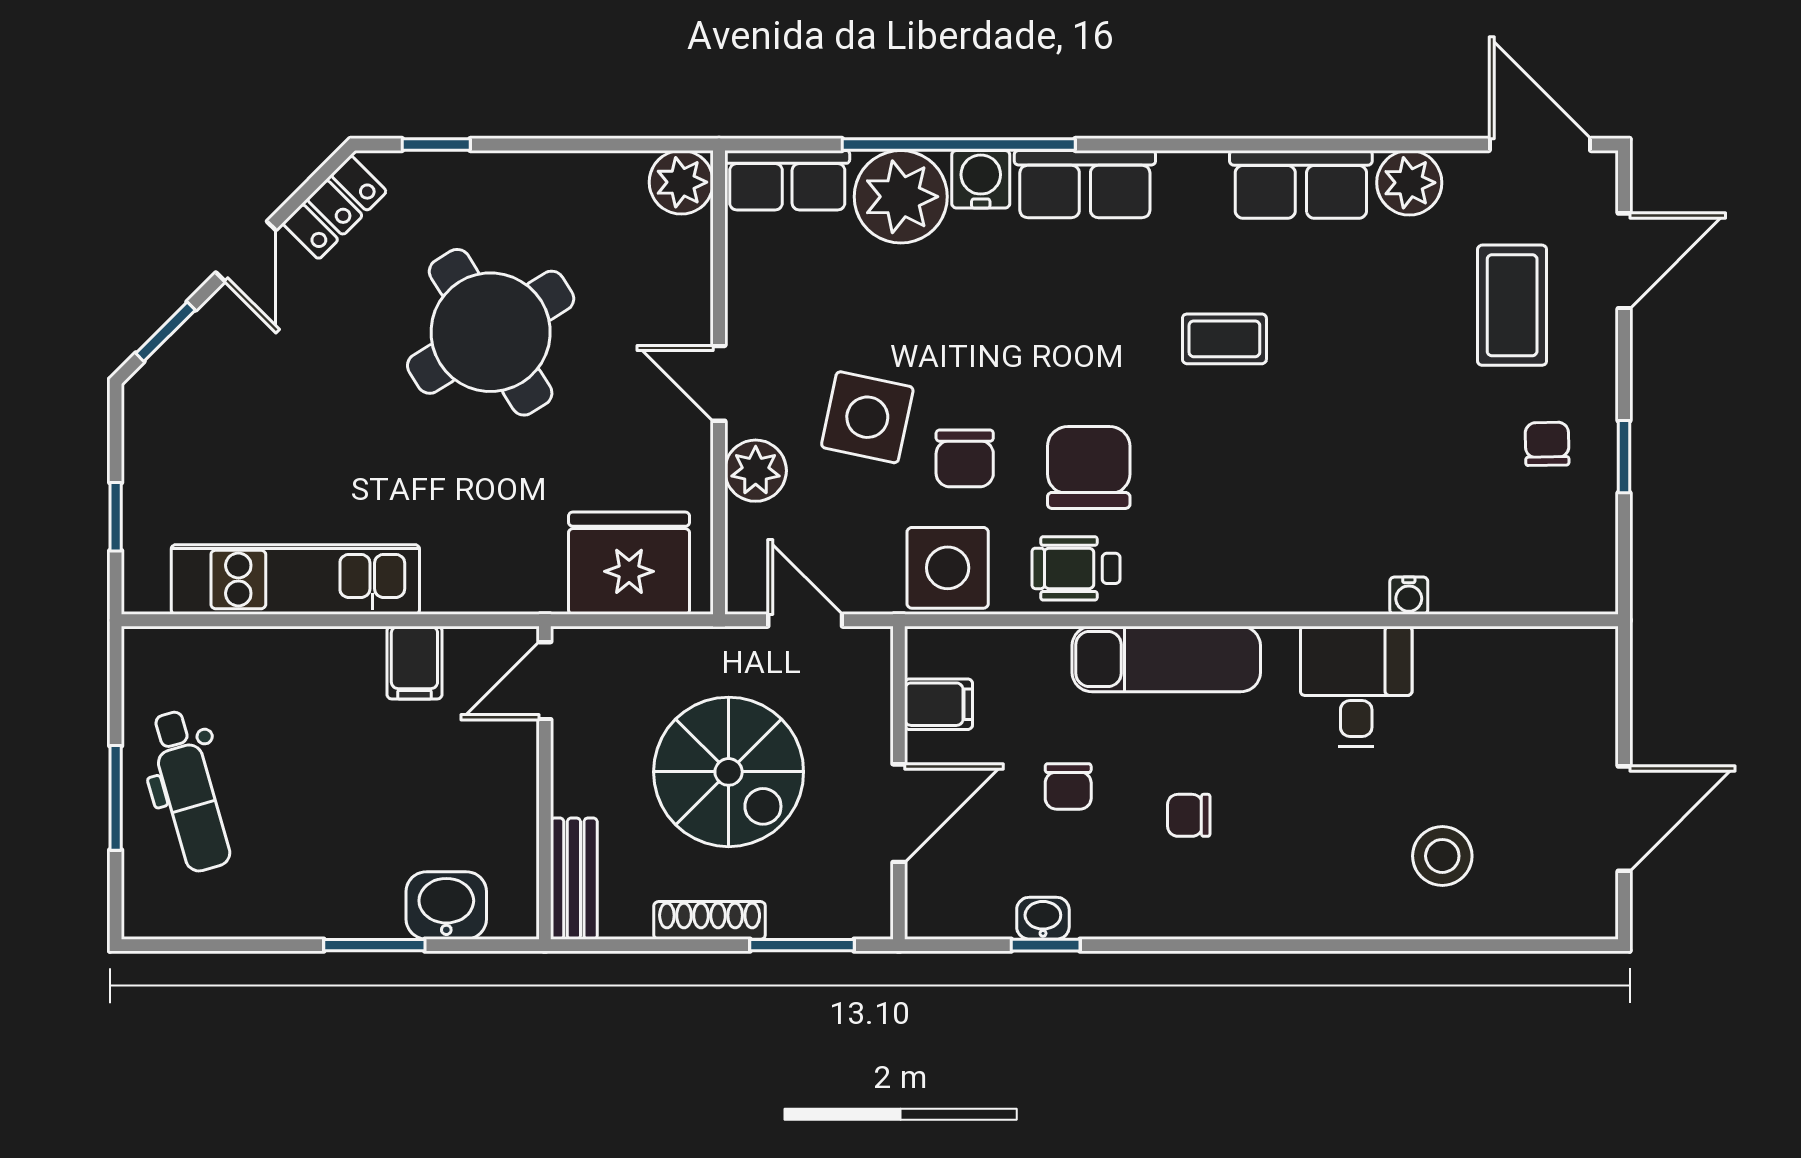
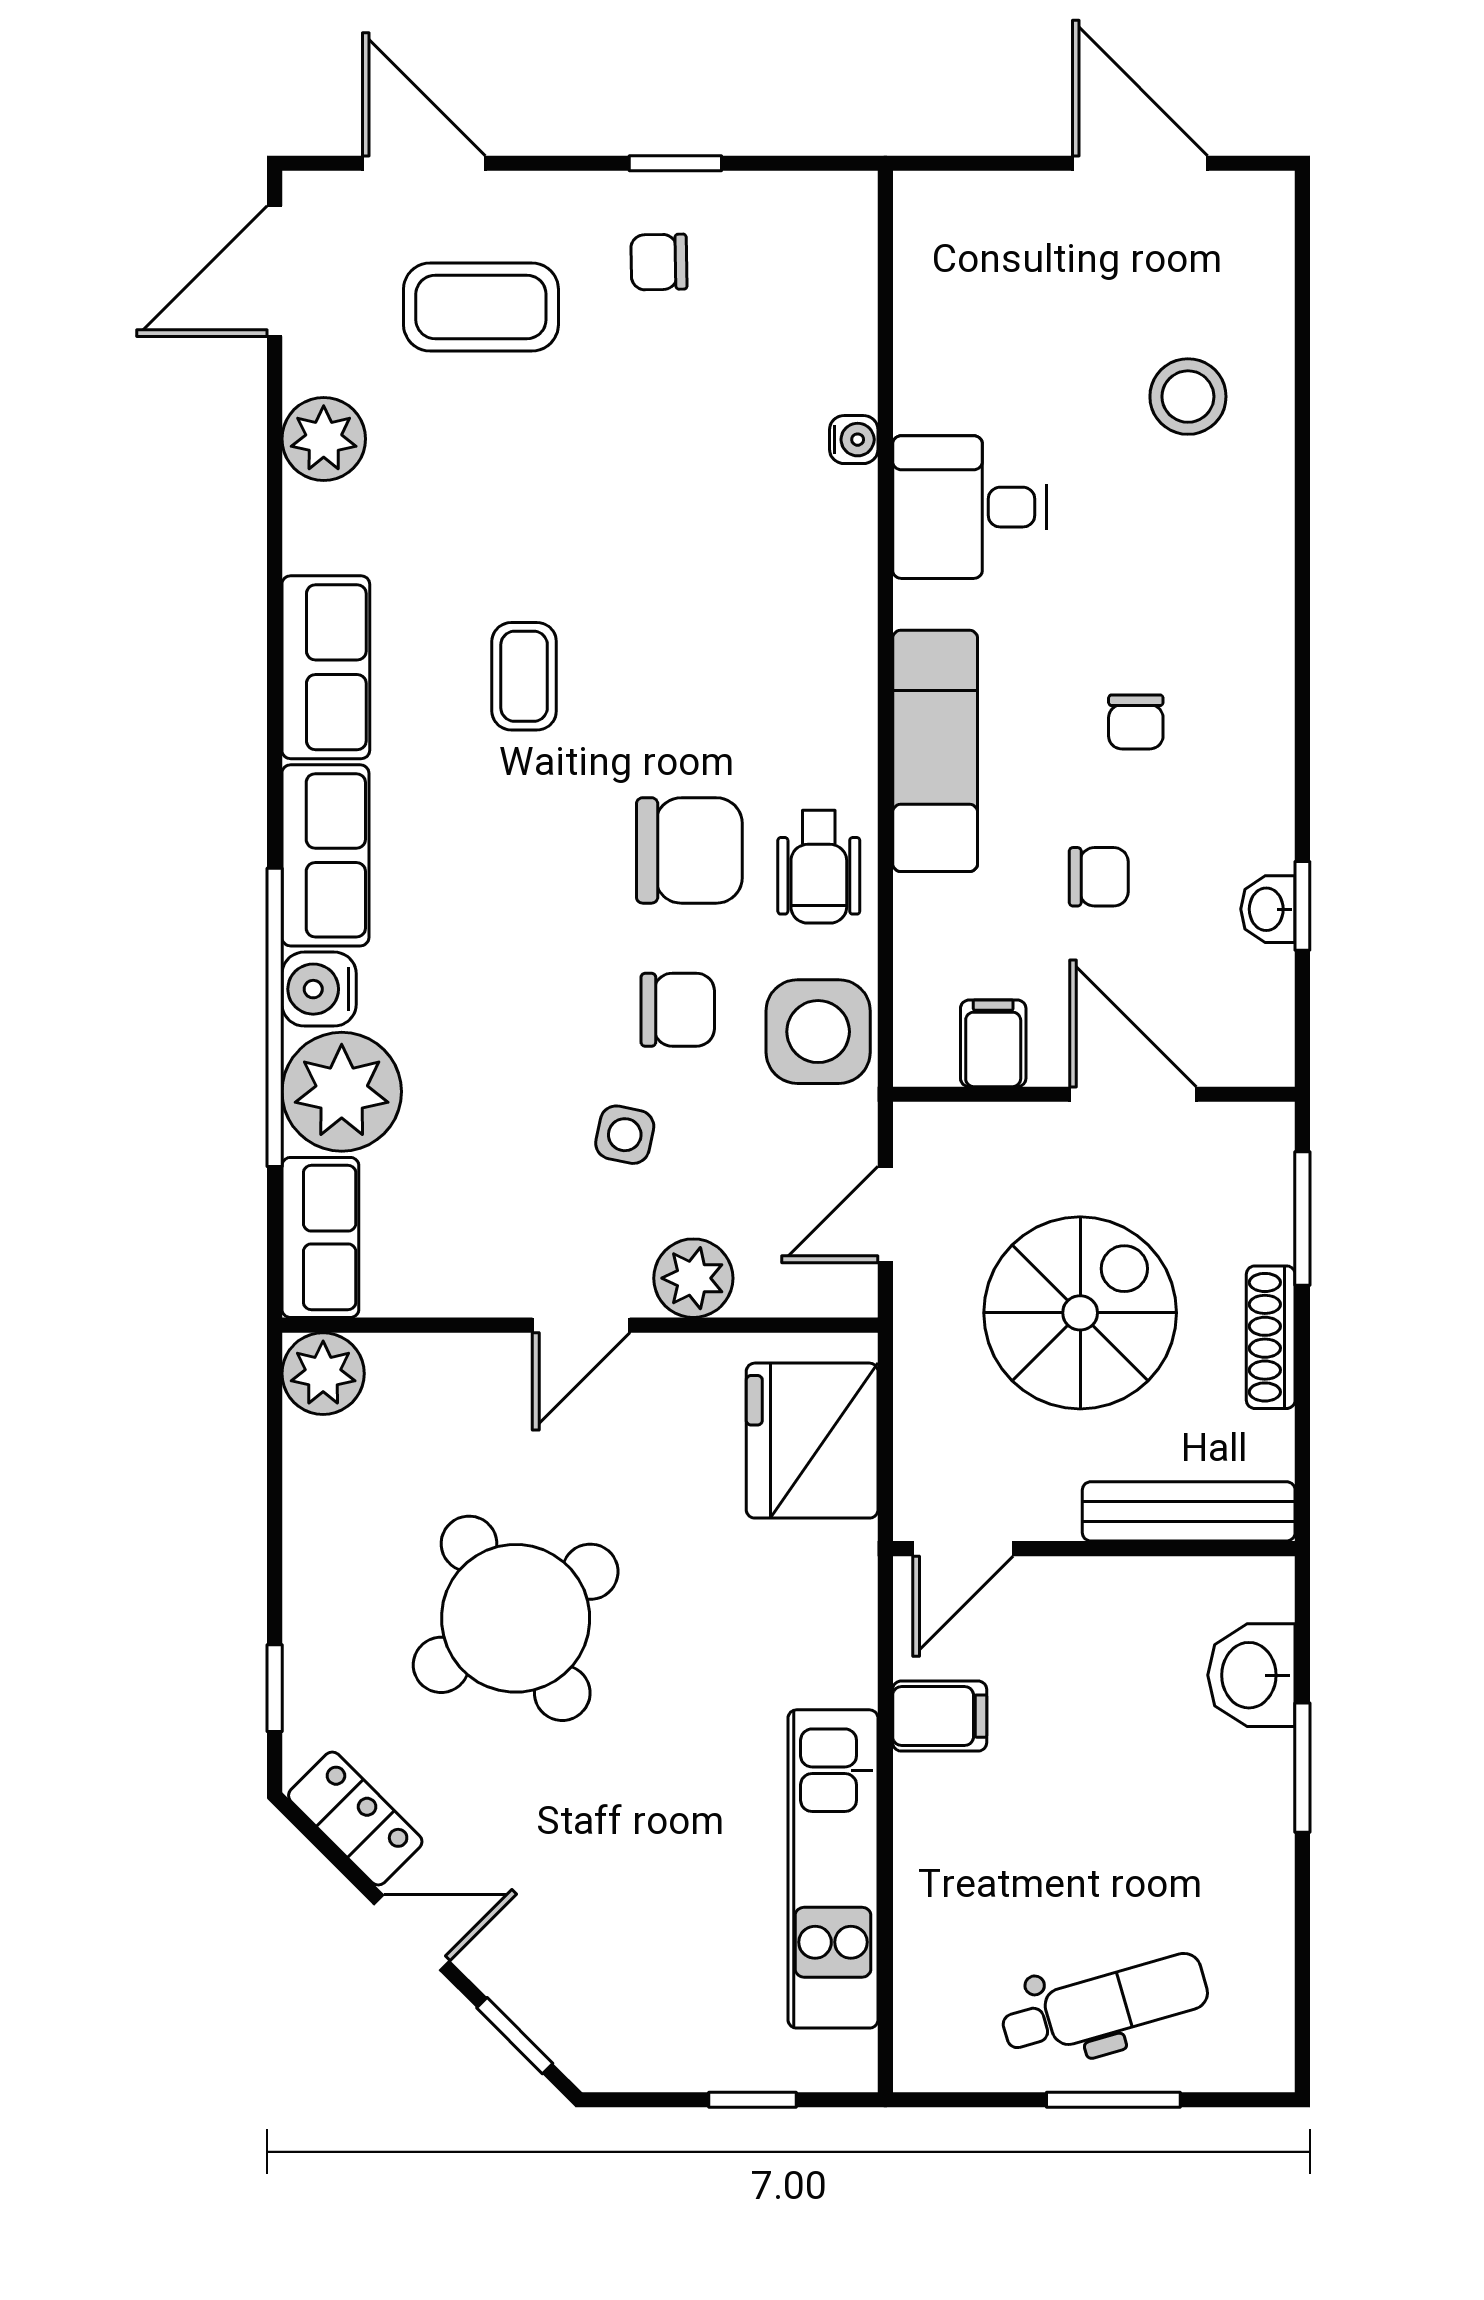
row of seats: (1301, 184) -> (326, 667), moved
side table: (867, 417) -> (625, 1135), width x0.54, depth x0.54
chair: (1089, 468) -> (689, 850), turned 180
door: (545, 681) -> (963, 1549), hinge flipped
bench: (574, 879) -> (1189, 1511), width x1.36

